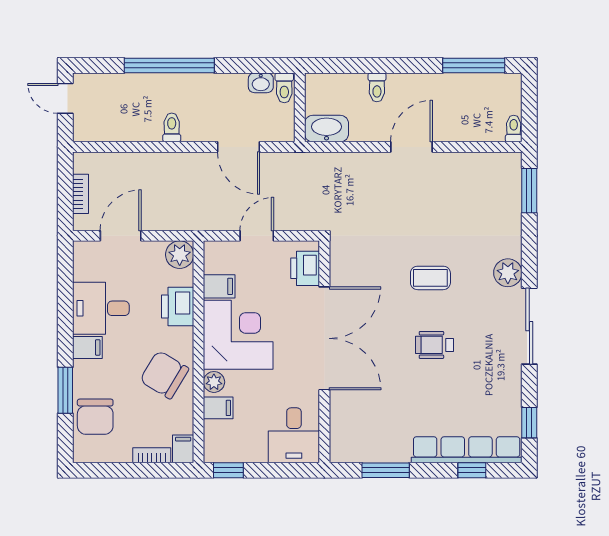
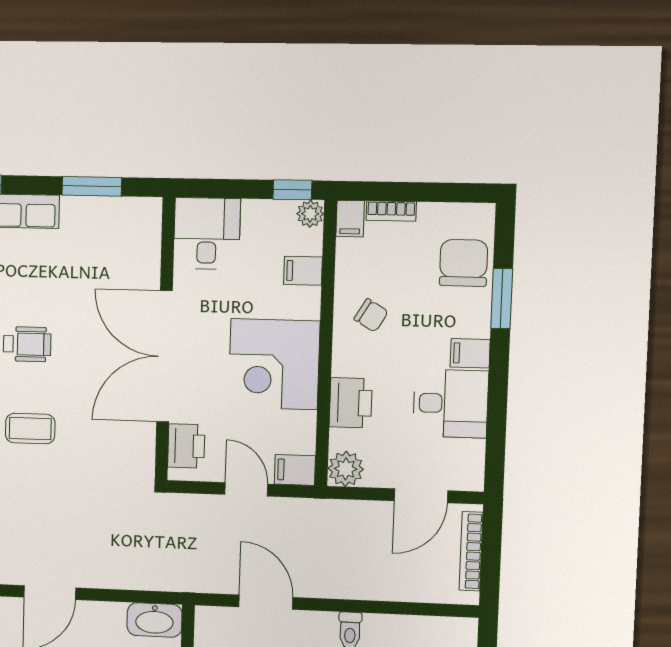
bookcase: (81, 194) -> (471, 551), width x1.56
door: (257, 236) -> (246, 489), swing flipped
filing cabinet: (219, 286) -> (295, 470), moved
chair: (164, 375) -> (371, 315), width x0.54, depth x0.54
plant: (214, 382) -> (310, 214), moved

